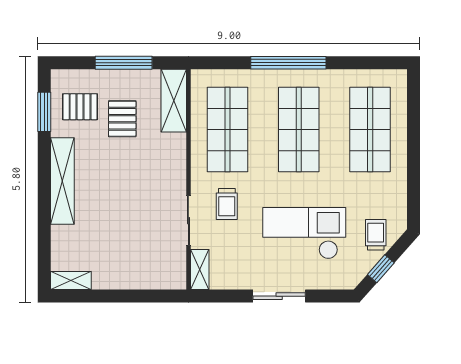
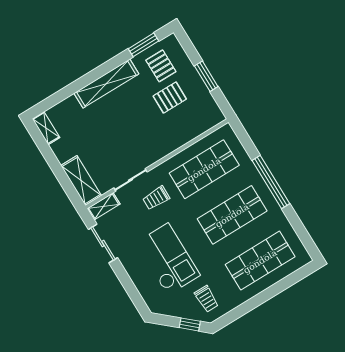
window: (124, 63) -> (206, 76), width x0.69
shelving: (174, 101) -> (81, 181), moved, turned 90
trolley: (376, 235) -> (207, 299), moved, turned 90
window: (381, 269) -> (190, 324), moved
sliding door: (279, 296) -> (103, 243), moved

